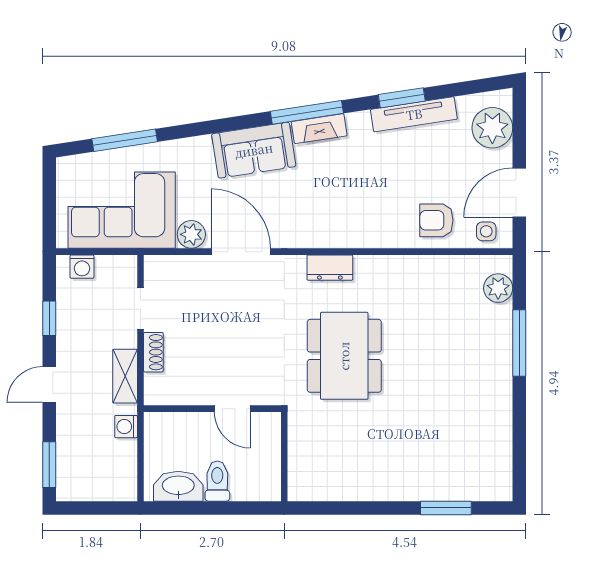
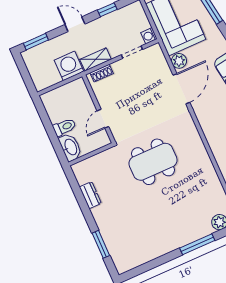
washing machine: (82, 267) -> (149, 36), moved
dresser: (330, 268) -> (90, 195), moved, turned 180
shoe rack: (153, 352) -> (102, 73), moved
washing machine: (126, 427) -> (69, 66), width x1.89, depth x1.89
washbasin: (178, 486) -> (70, 147), moved

